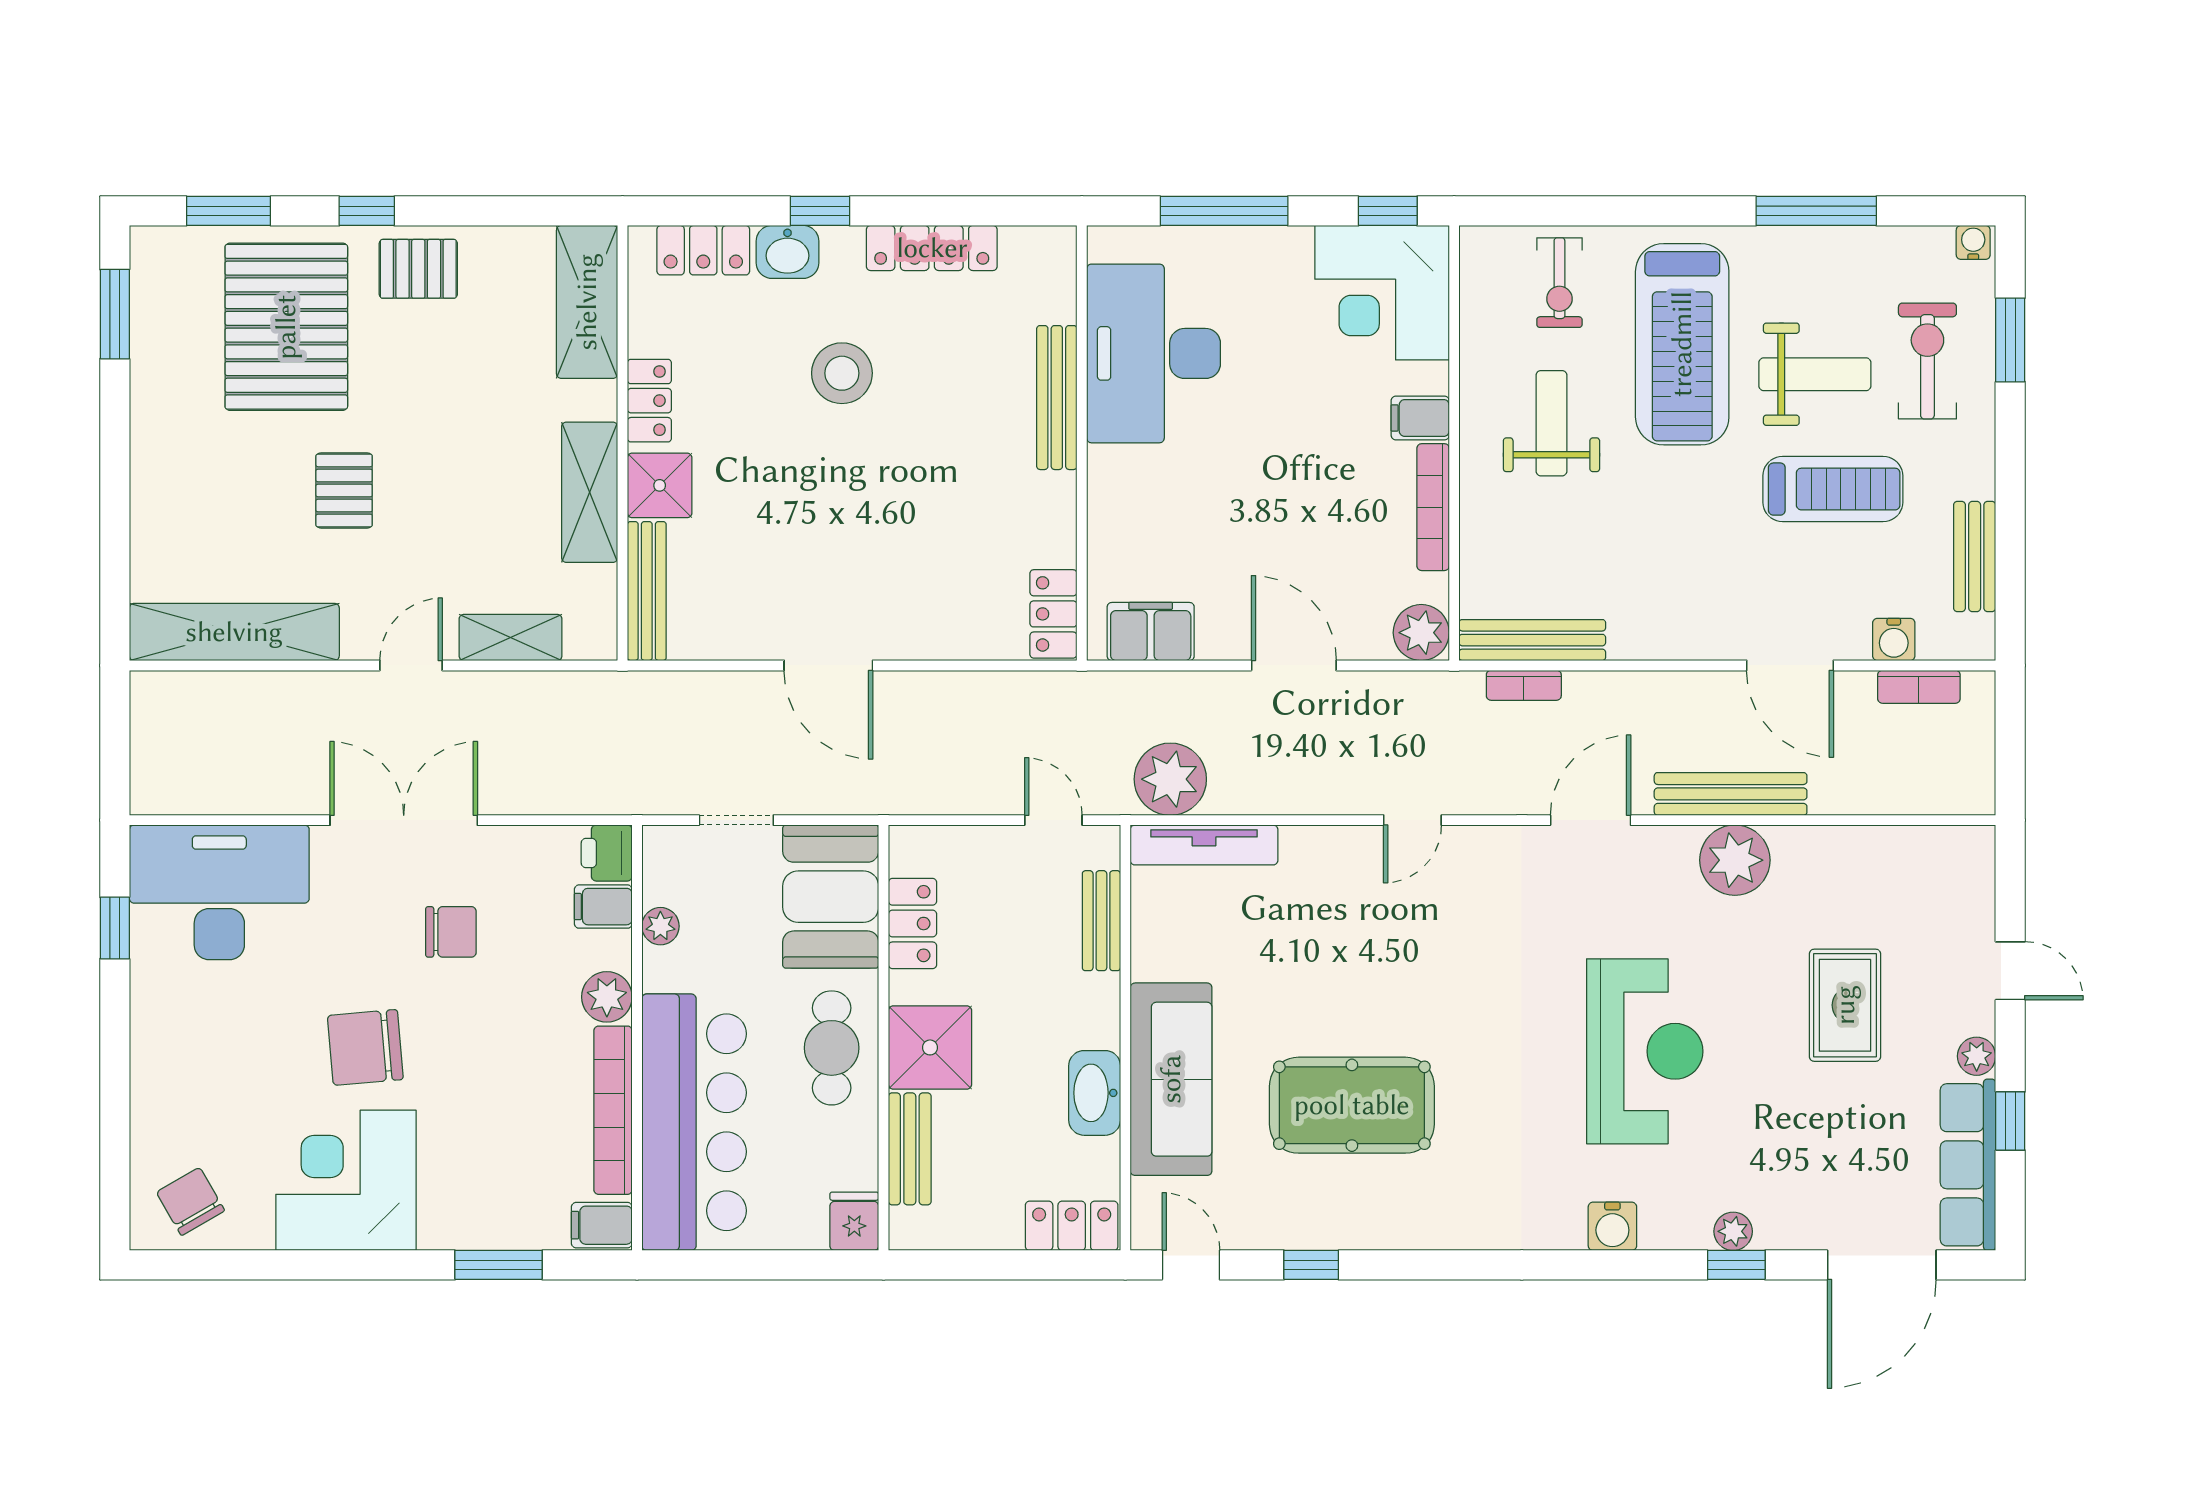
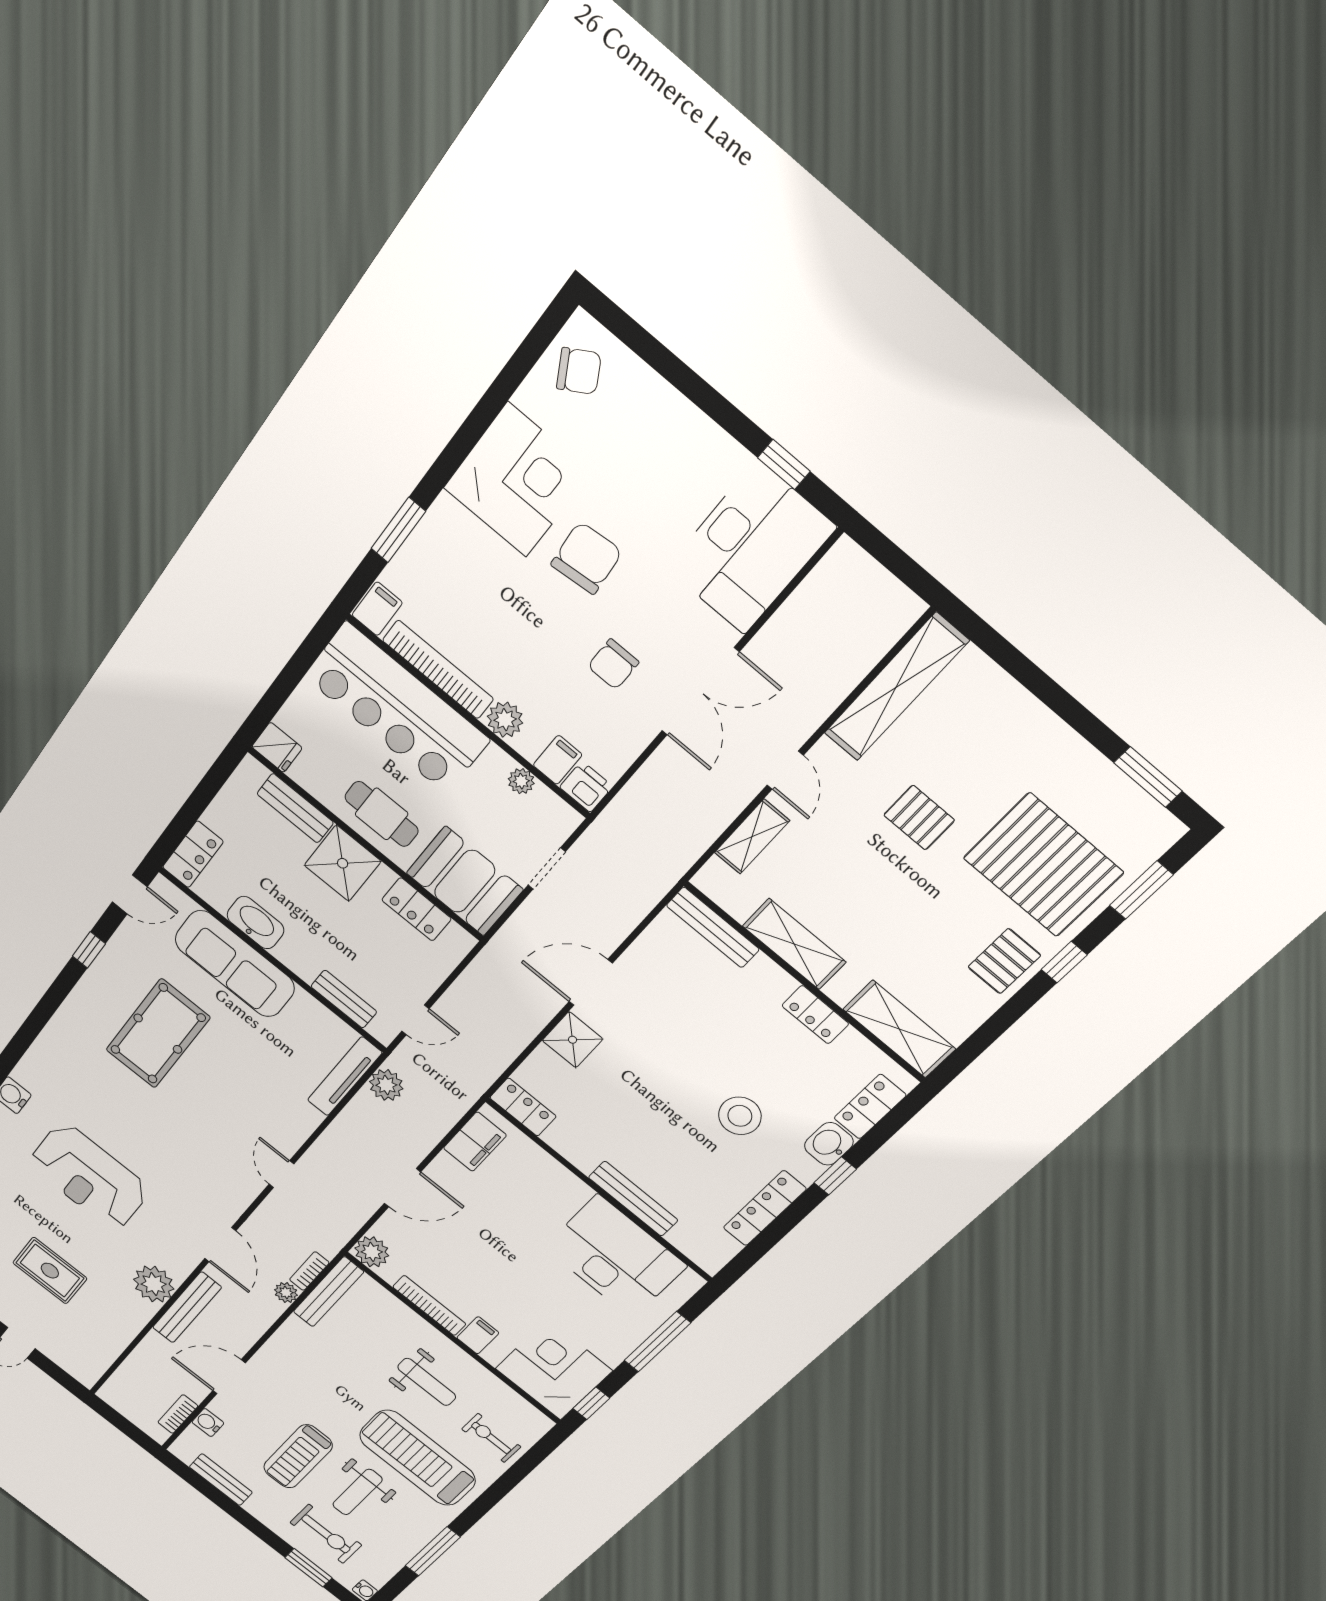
shower: (660, 485) -> (572, 1040), moved
plant: (1585, 690) -> (286, 1293), added
plant: (1170, 779) -> (386, 1085), width x0.73, depth x0.73

